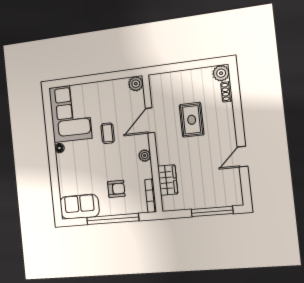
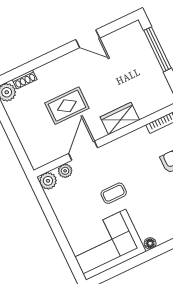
door: (150, 120) -> (83, 151), swing flipped
plant: (145, 156) -> (65, 171), moved
wardrobe: (168, 180) -> (120, 119), moved

